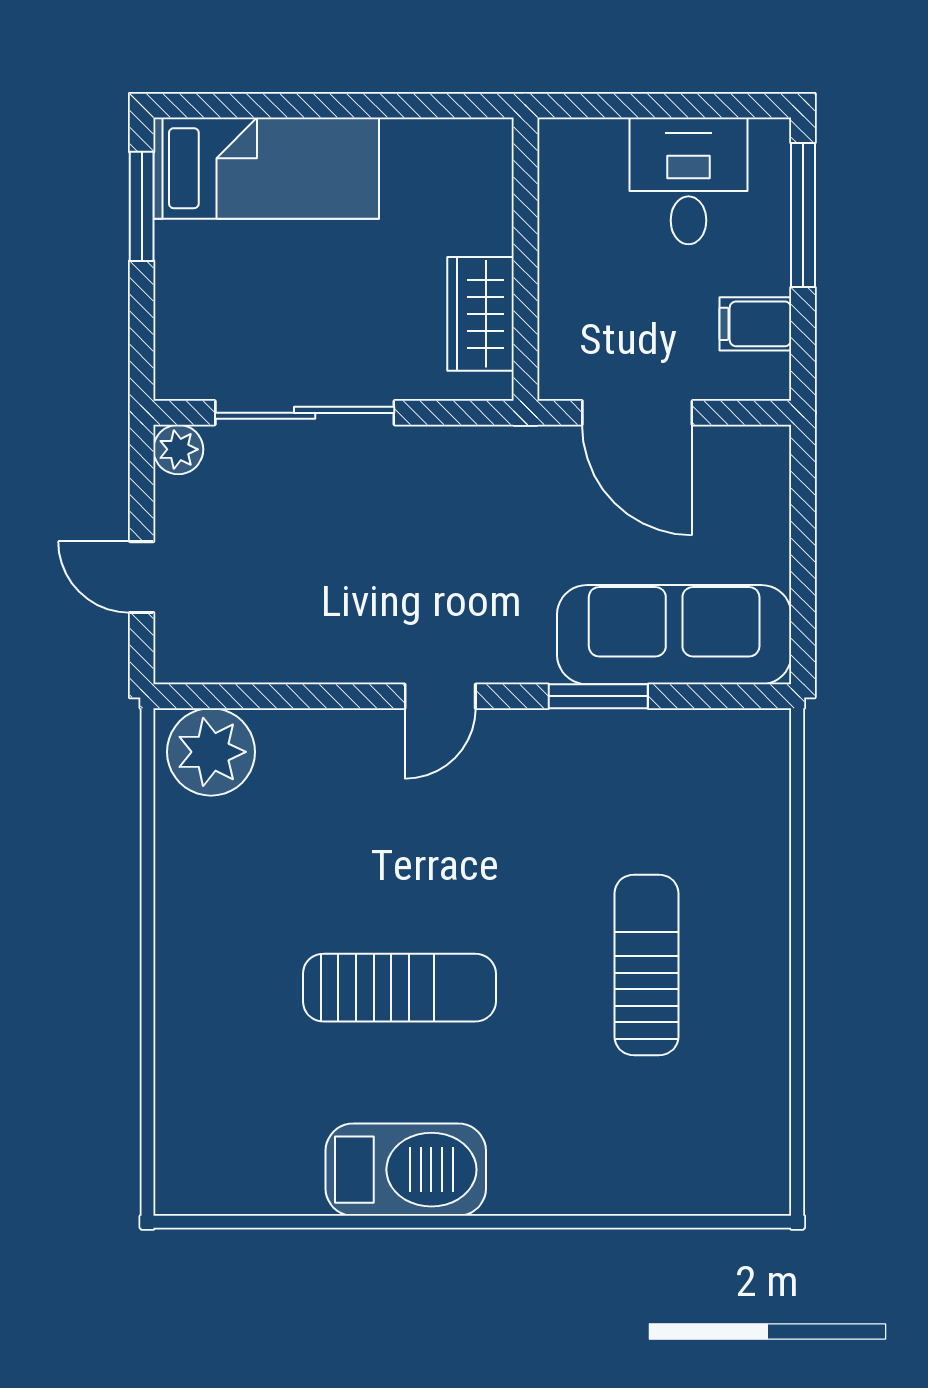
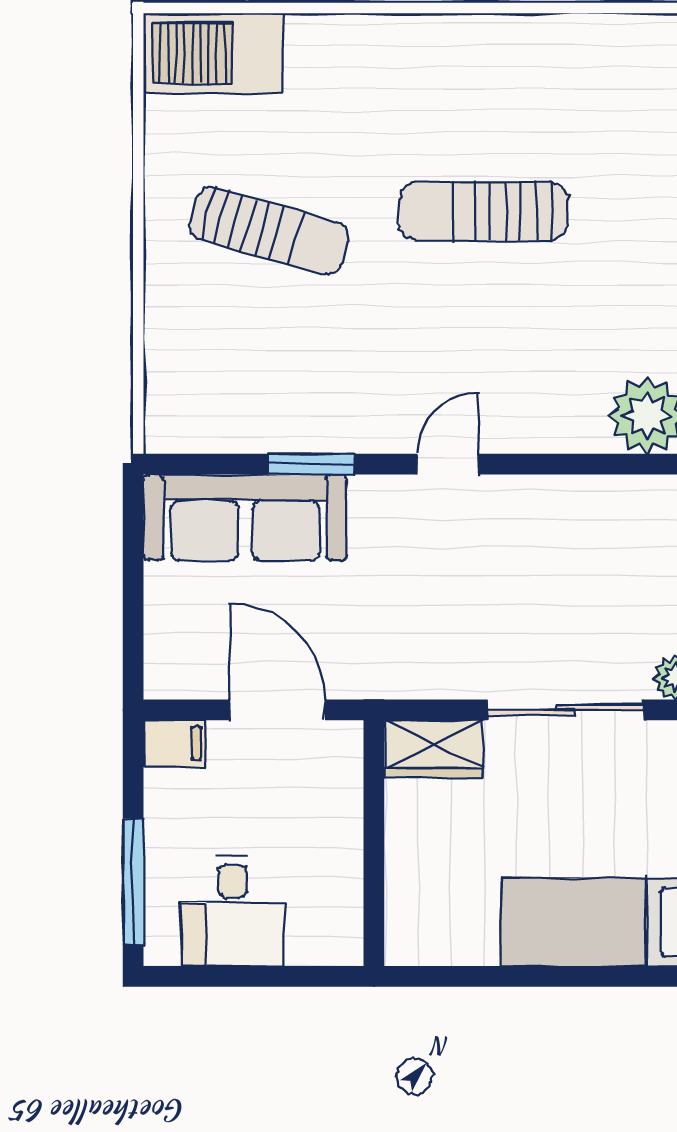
wardrobe: (481, 314) -> (434, 749), moved, turned 90
filing cabinet: (755, 324) -> (174, 743), moved
sun lounger: (646, 965) -> (269, 231), turned -74
barbecue: (406, 1170) -> (213, 53), moved

